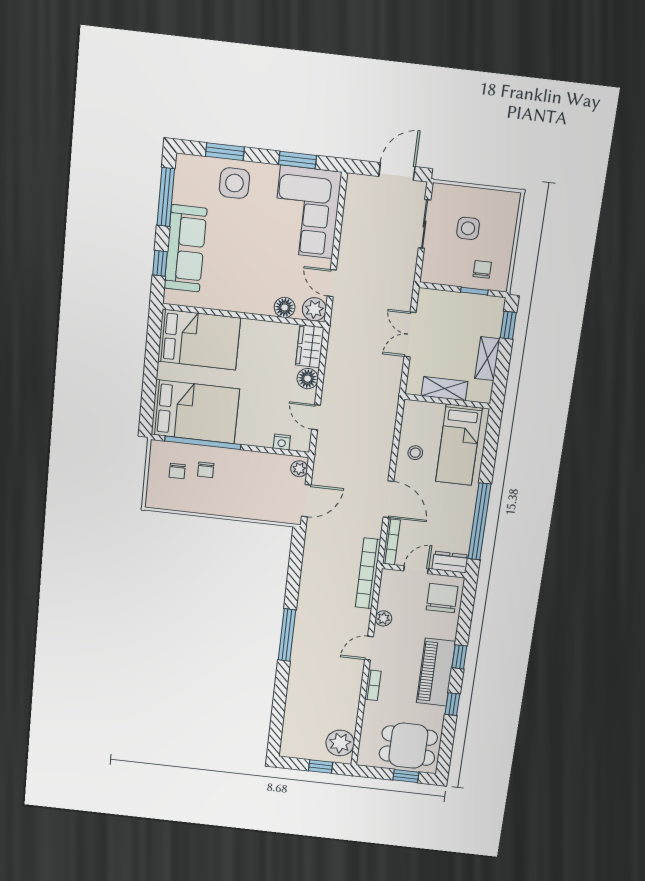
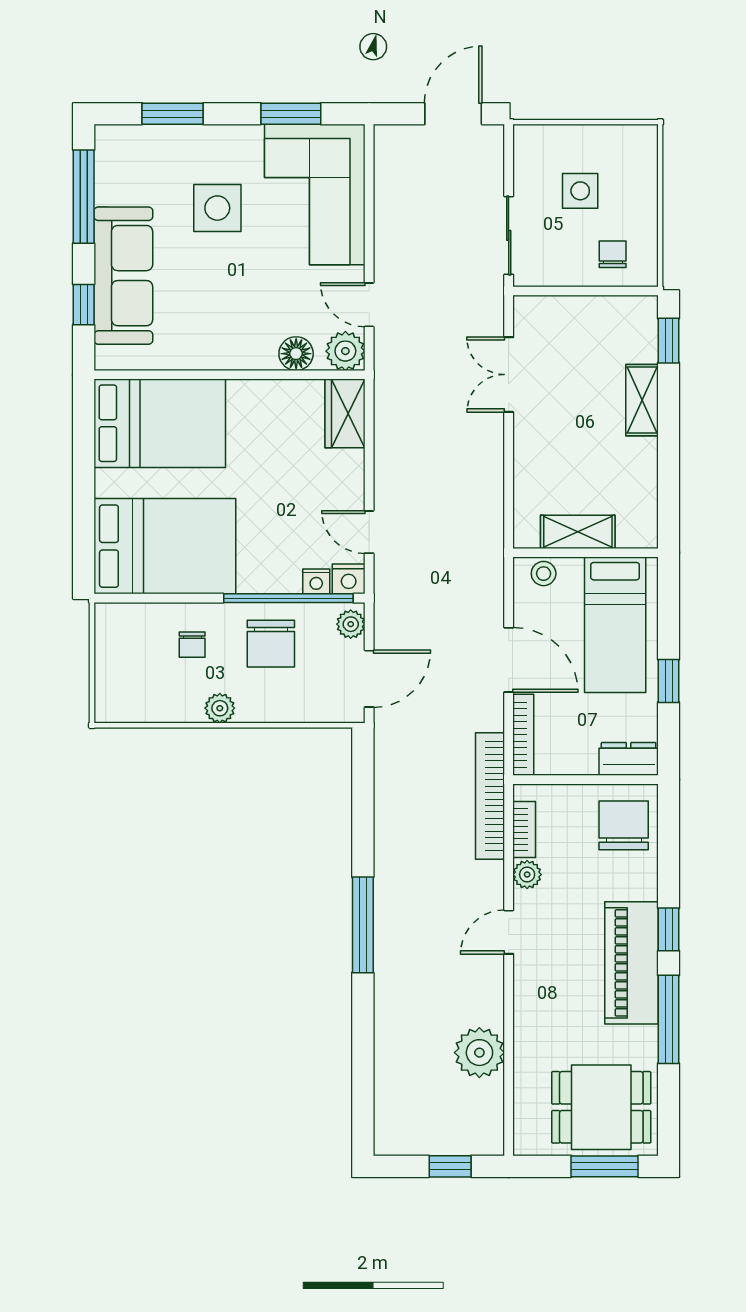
side table: (234, 183) -> (217, 208), moved
sliding door: (425, 224) -> (509, 235), moved
window: (474, 291) -> (605, 291), removed
floor lamp: (308, 379) -> (347, 468), removed
shelving: (444, 389) -> (578, 532), moved
wall: (447, 401) -> (585, 553), moved
window: (203, 443) -> (288, 598), moved
nightstand: (301, 443) -> (349, 579), added
bed: (459, 445) -> (615, 625), moved
chair: (177, 471) -> (271, 644), moved, width x1.87, depth x1.87
plant: (218, 507) -> (220, 708), added
window: (479, 521) -> (669, 681), width x0.32
door: (416, 570) -> (572, 780), removed
bookcase: (373, 685) -> (524, 829), moved
window: (452, 704) -> (669, 1019), width x2.17
plant: (340, 743) -> (479, 1053), moved
window: (406, 776) -> (605, 1166), width x1.50

